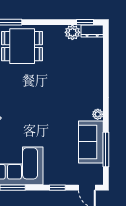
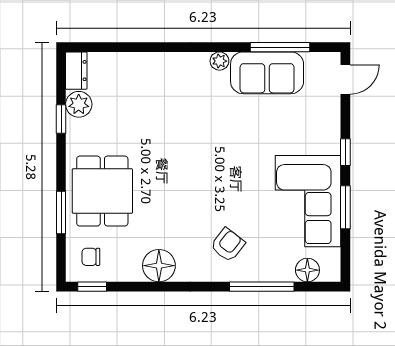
window: (85, 22) -> (61, 119), moved
window: (57, 188) -> (345, 152), moved

